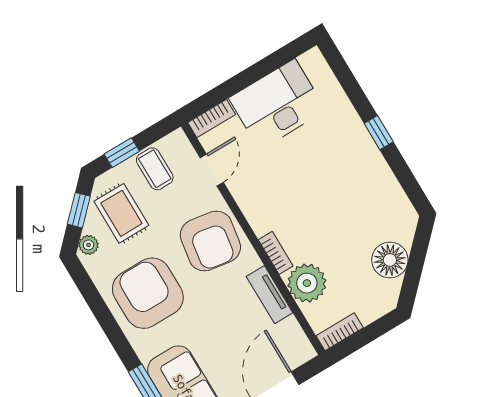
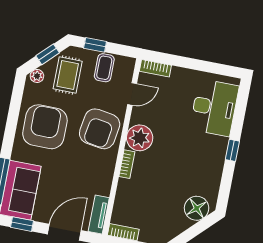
desk: (277, 104) -> (214, 108), moved, turned 90
floor lamp: (390, 260) -> (197, 208), moved
plant: (307, 283) -> (140, 138), moved
tv unit: (270, 295) -> (99, 215), moved

